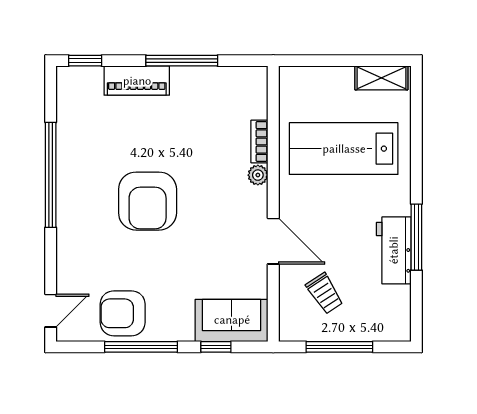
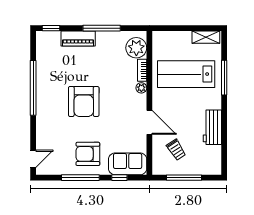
plant: (248, 98) -> (136, 48), added
window: (416, 237) -> (224, 78), moved
armchair: (123, 313) -> (88, 154), moved

